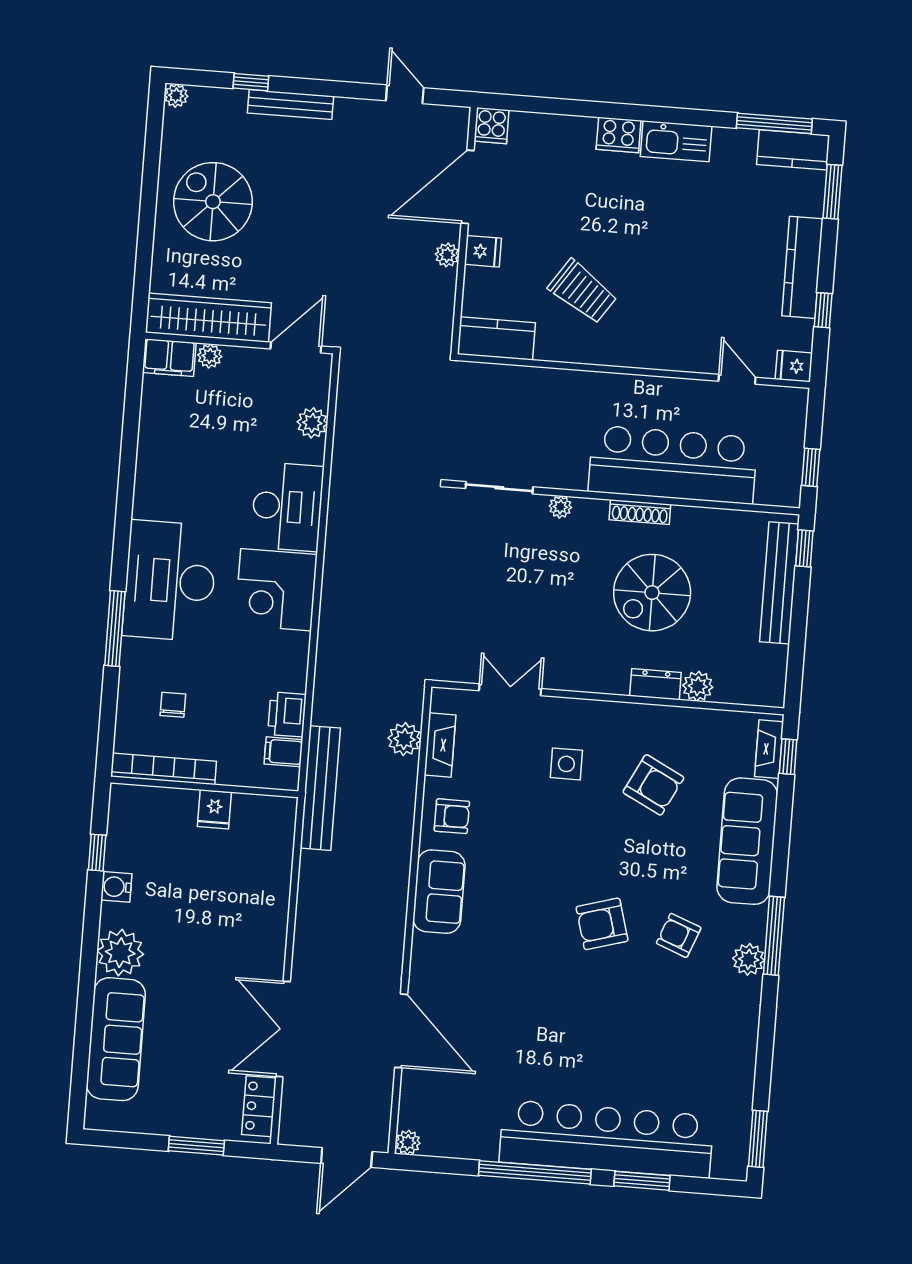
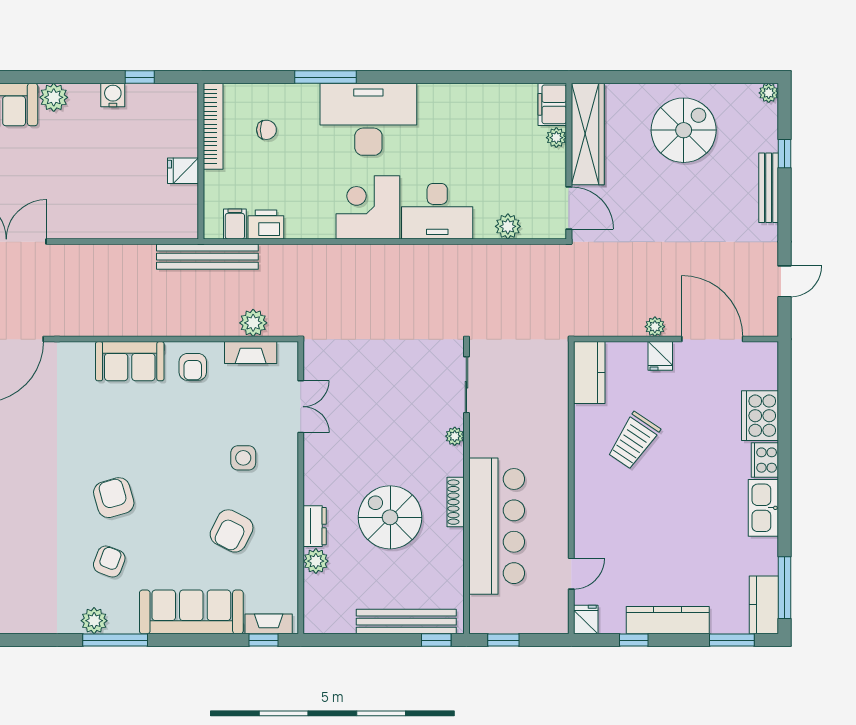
cooker: (492, 126) -> (760, 416), moved, width x1.87, depth x1.31
plant: (120, 953) -> (54, 97), width x0.73, depth x0.73

